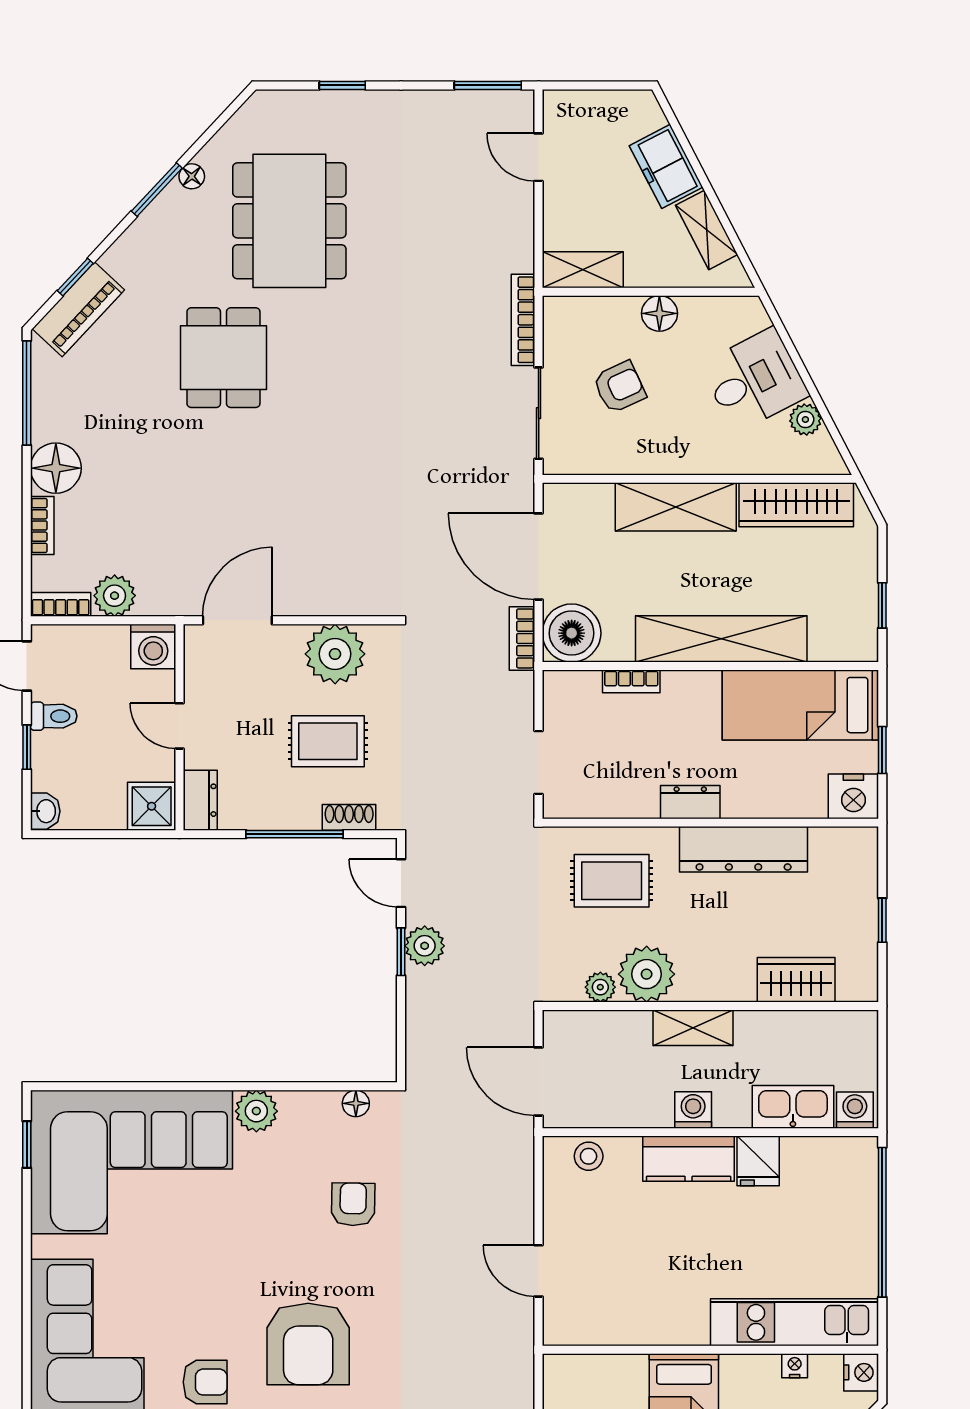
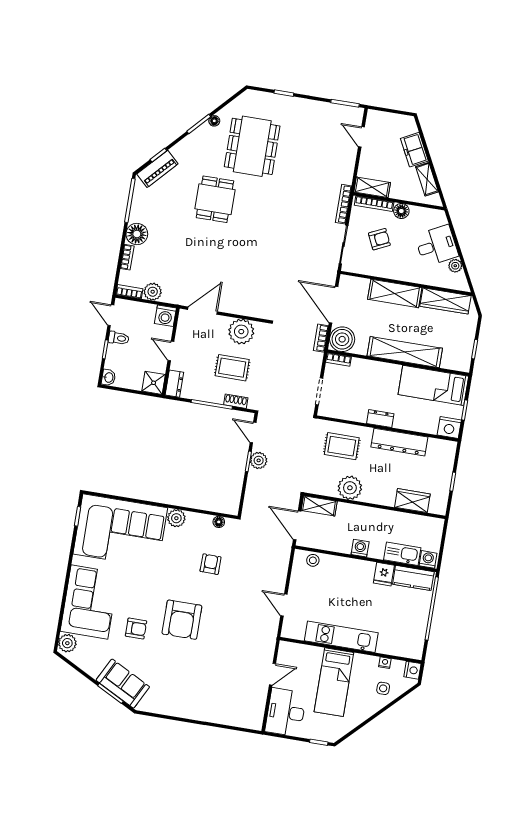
bookcase: (593, 307) -> (374, 204), added
bookcase: (631, 681) -> (339, 359), moved
plant: (600, 987) -> (330, 490), removed
shelving: (693, 1028) -> (319, 506), moved
kitchen counter: (689, 1159) -> (413, 578), moved
kitchen unit: (795, 1322) -> (341, 637), moved

